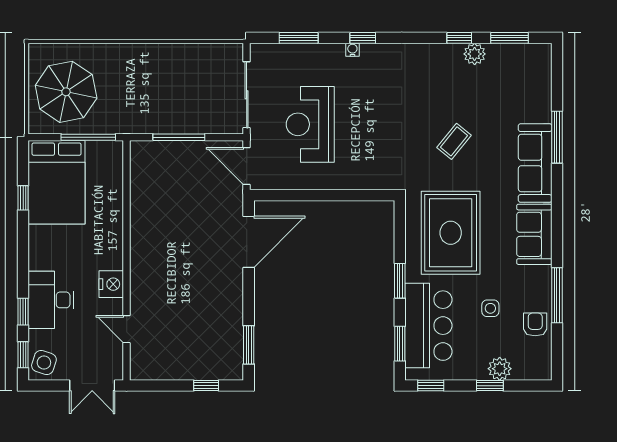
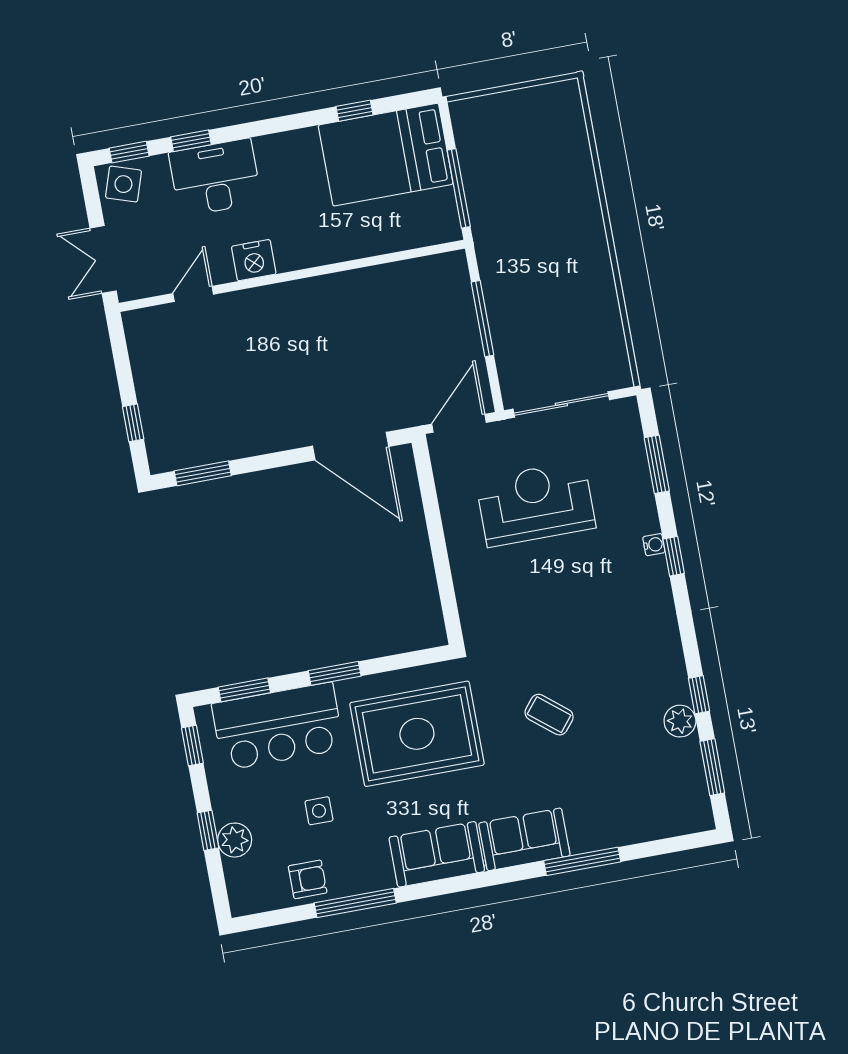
parasol: (66, 92) -> (518, 144), removed
sofa: (535, 163) -> (524, 839), width x0.73

